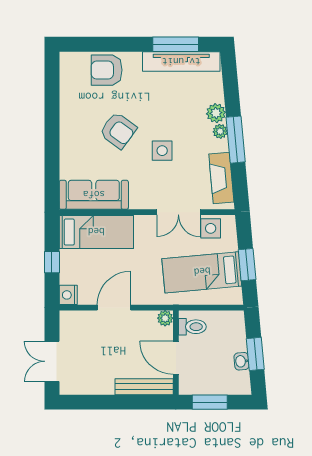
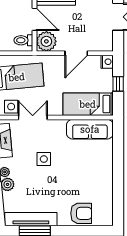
armchair: (118, 130) -> (73, 173), removed
plant: (165, 318) -> (46, 41), width x1.87, depth x1.87

